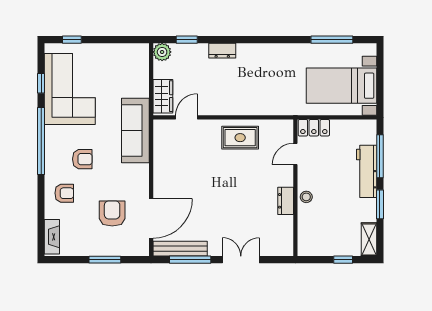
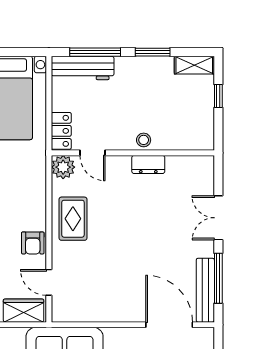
armchair: (220, 104) -> (33, 243), added
plant: (283, 129) -> (63, 167), added
workbench: (367, 171) -> (83, 68), moved

